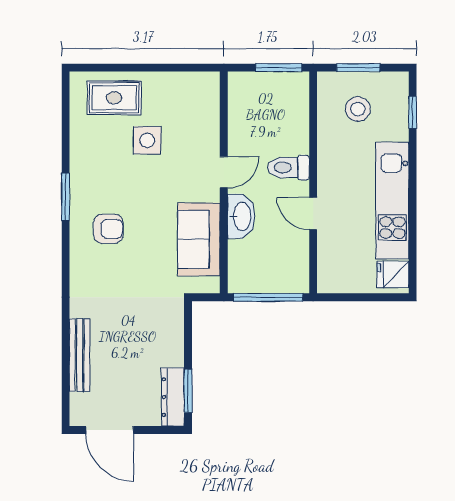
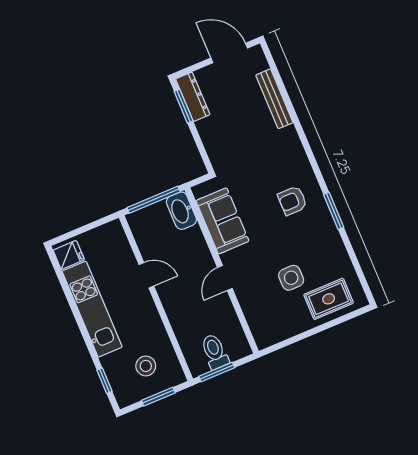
toilet: (289, 168) -> (215, 352), moved, turned -90
washbasin: (241, 216) -> (181, 211), moved

